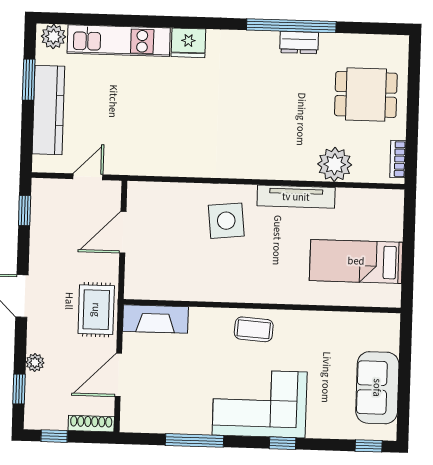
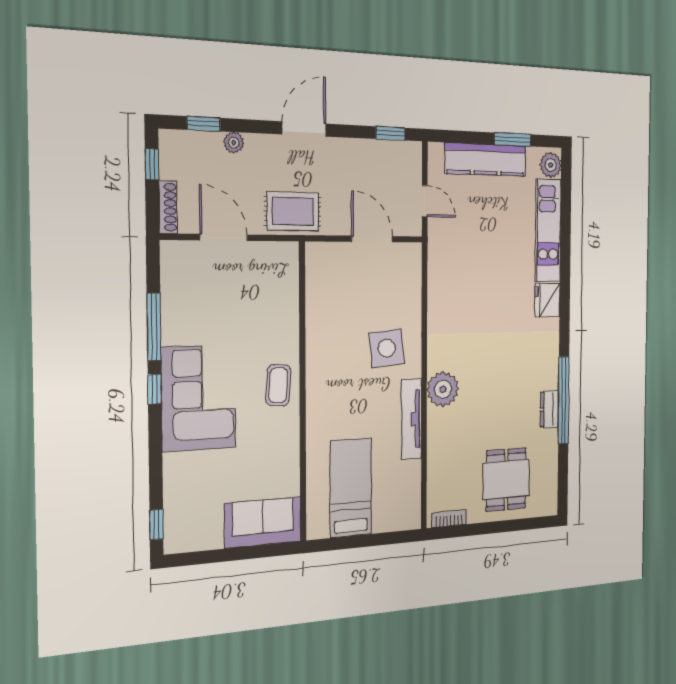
plant: (335, 164) -> (443, 389), moved
fireplace: (155, 319) -> (285, 277), removed
sofa: (377, 388) -> (263, 522), moved
window: (283, 443) -> (155, 389), moved

